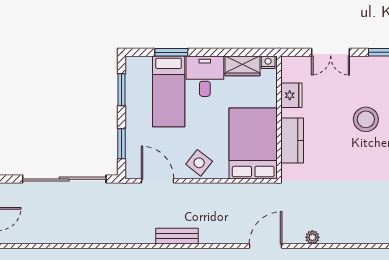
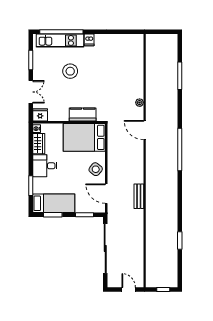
bed: (169, 91) -> (54, 203), moved
fridge: (291, 95) -> (40, 115), moved
door: (158, 181) -> (106, 194), hinge flipped
bench: (177, 236) -> (139, 196), moved

